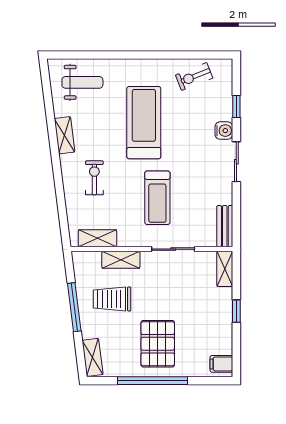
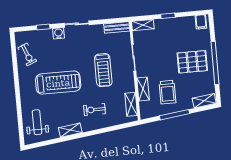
treadmill: (144, 123) -> (58, 83), turned 180
treadmill: (157, 198) -> (103, 70), turned 90

